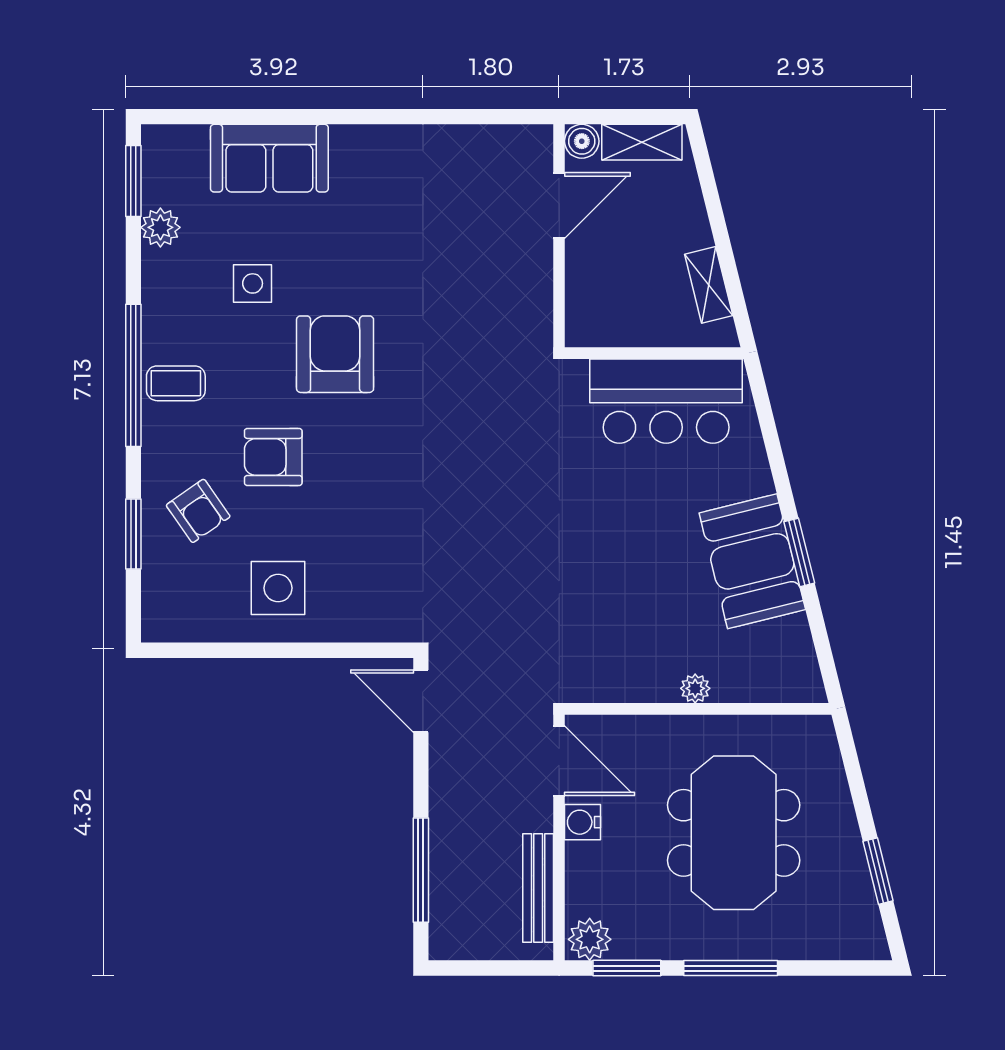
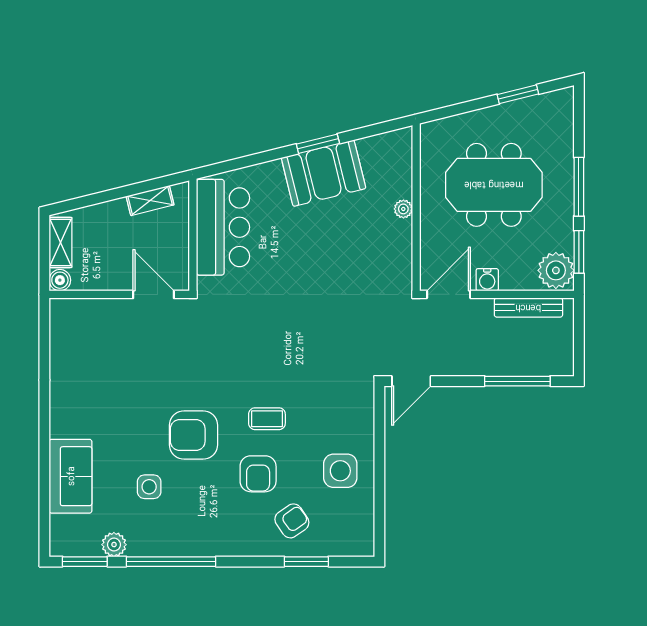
door: (559, 205) -> (154, 294), moved
window: (133, 375) -> (171, 562), moved
coffee table: (176, 383) -> (267, 419), moved, turned 90
plant: (590, 939) -> (556, 270), width x1.36, depth x1.36

